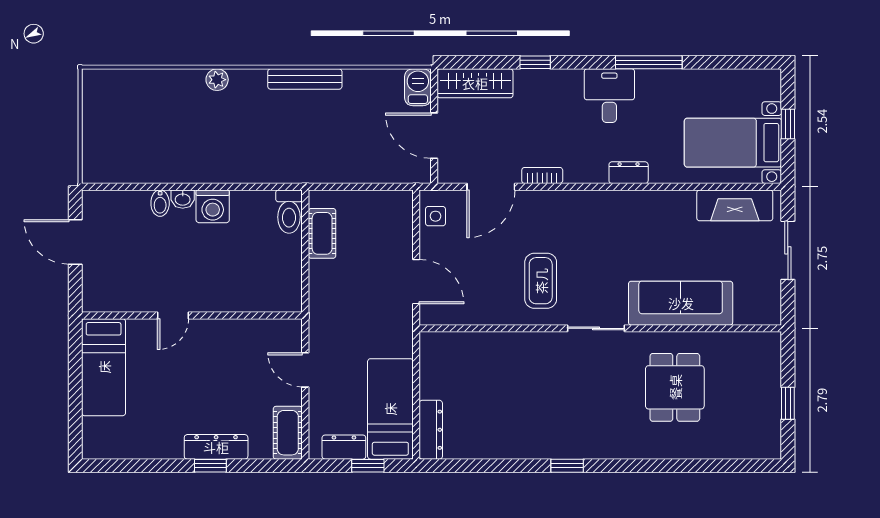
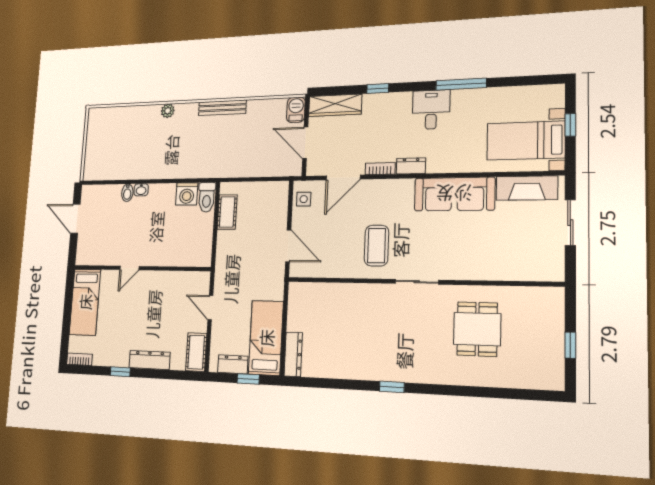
dresser: (629, 173) -> (411, 166), moved
washing machine: (213, 206) -> (187, 194), moved
sofa: (681, 303) -> (454, 194), moved, turned 180
bookcase: (102, 451) -> (79, 359), added
window: (210, 466) -> (120, 372), moved

